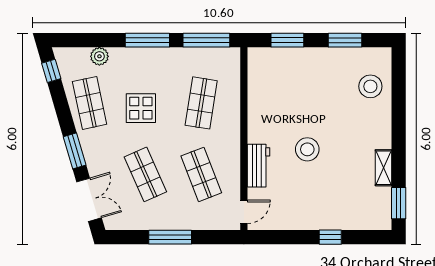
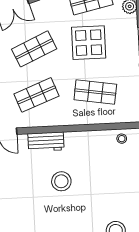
stool: (259, 74) -> (122, 139), added
display table: (141, 108) -> (89, 43), width x1.36, depth x1.36

